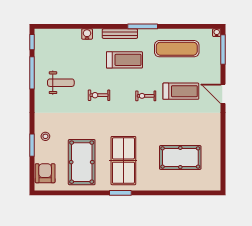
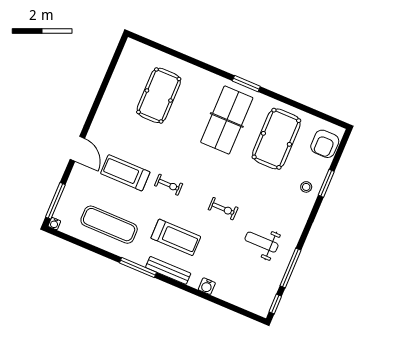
treadmill: (124, 60) -> (176, 237), turned 180
pool table: (180, 157) -> (159, 95), turned 90

